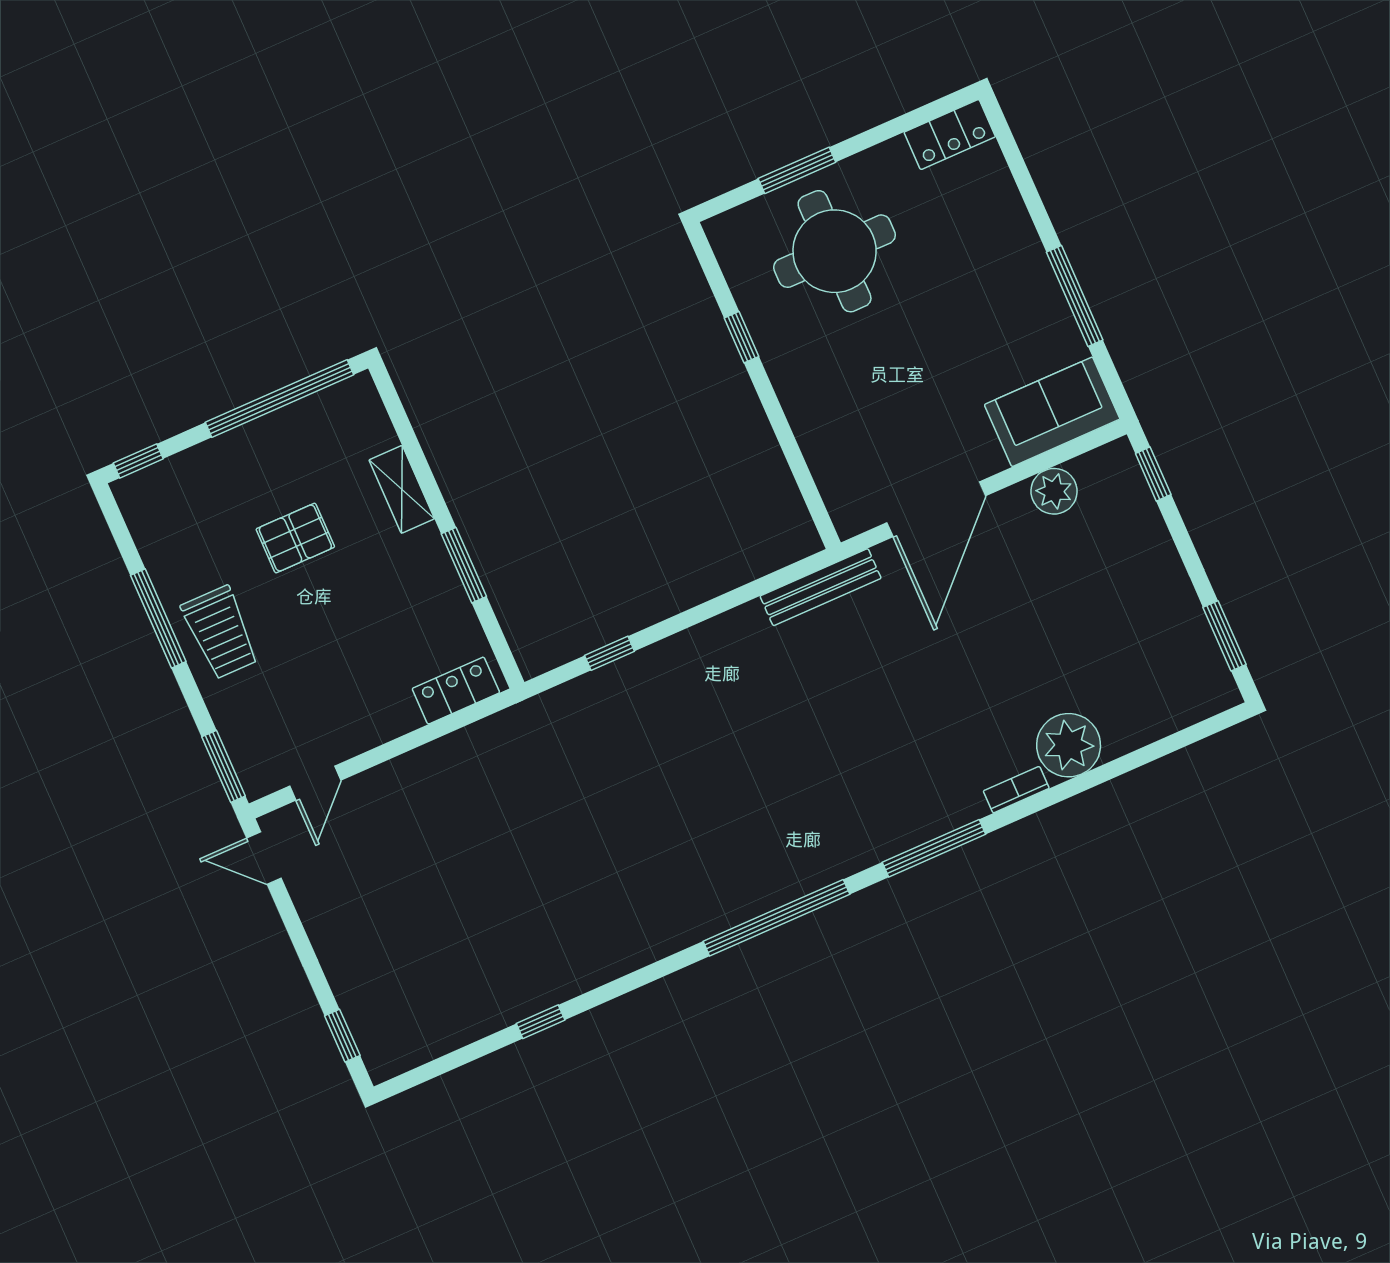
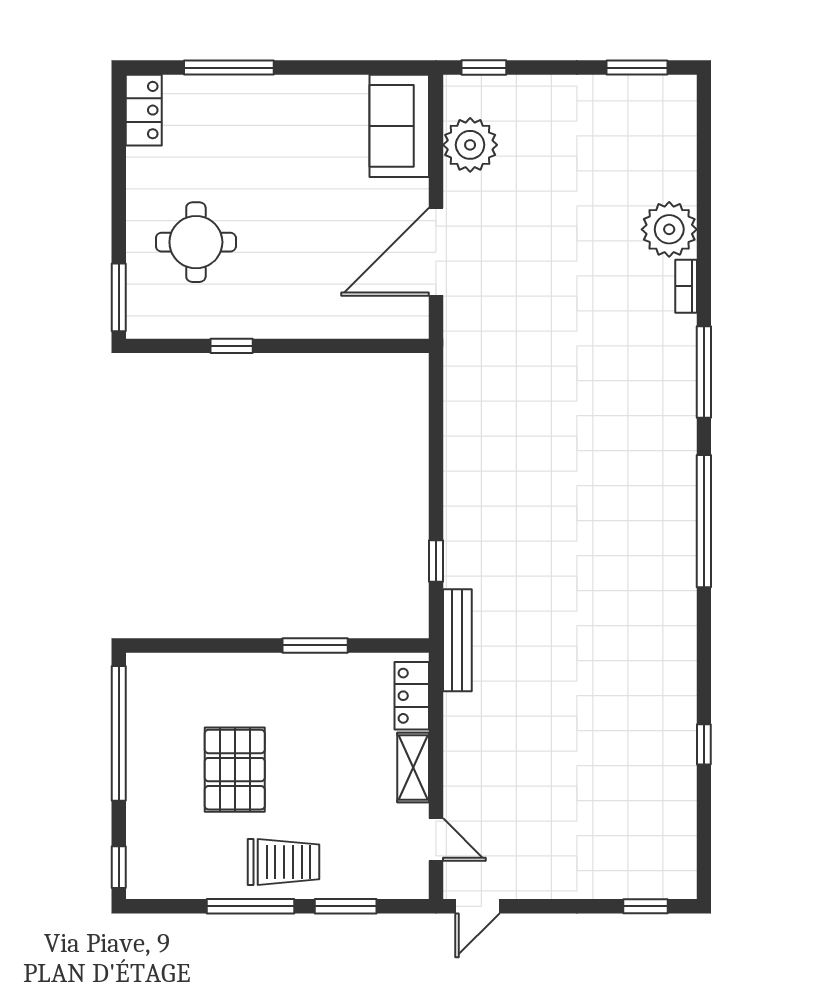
window: (797, 170) -> (119, 297), moved
round table: (835, 251) -> (196, 242), width x0.73, depth x0.73
window: (1075, 296) -> (229, 68), moved
shelving: (402, 489) -> (413, 767), moved, turned 90
plant: (1054, 491) -> (470, 145), width x1.36, depth x1.36
door: (936, 509) -> (436, 252), swing flipped
pallet: (295, 538) -> (235, 770), width x1.50, depth x1.42
bench: (821, 587) -> (457, 640), moved
window: (224, 766) -> (346, 906), moved

